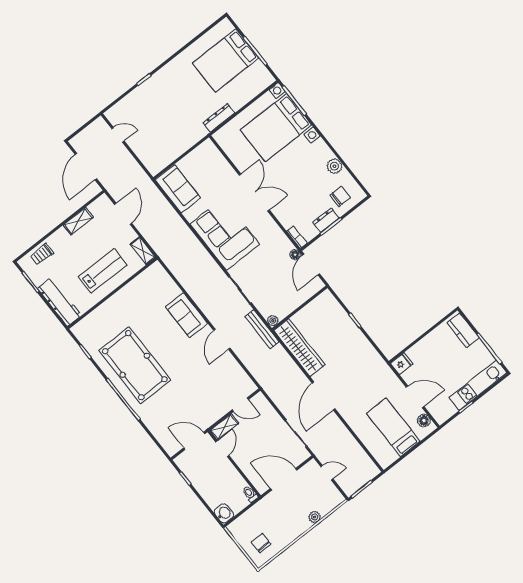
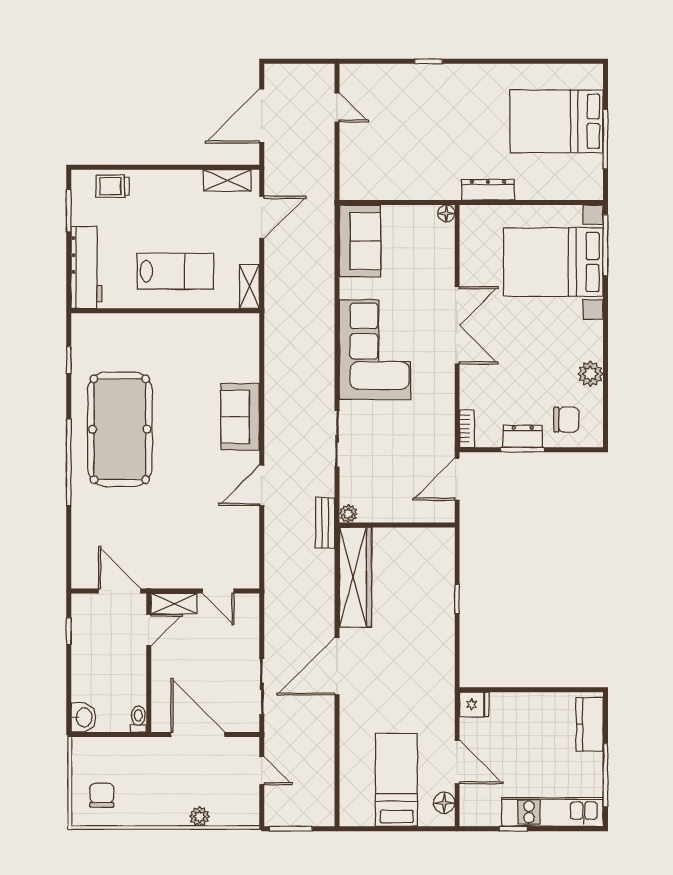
shelving: (78, 221) -> (227, 180), moved
floor lamp: (295, 255) -> (446, 213), moved
bench: (262, 329) -> (325, 523), width x0.73

